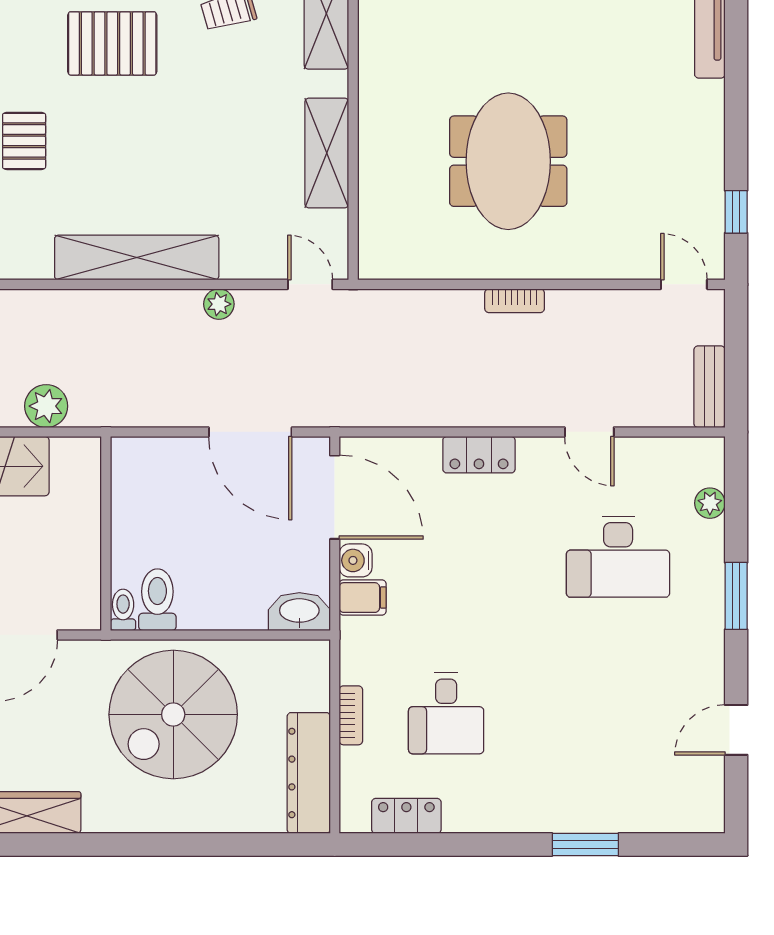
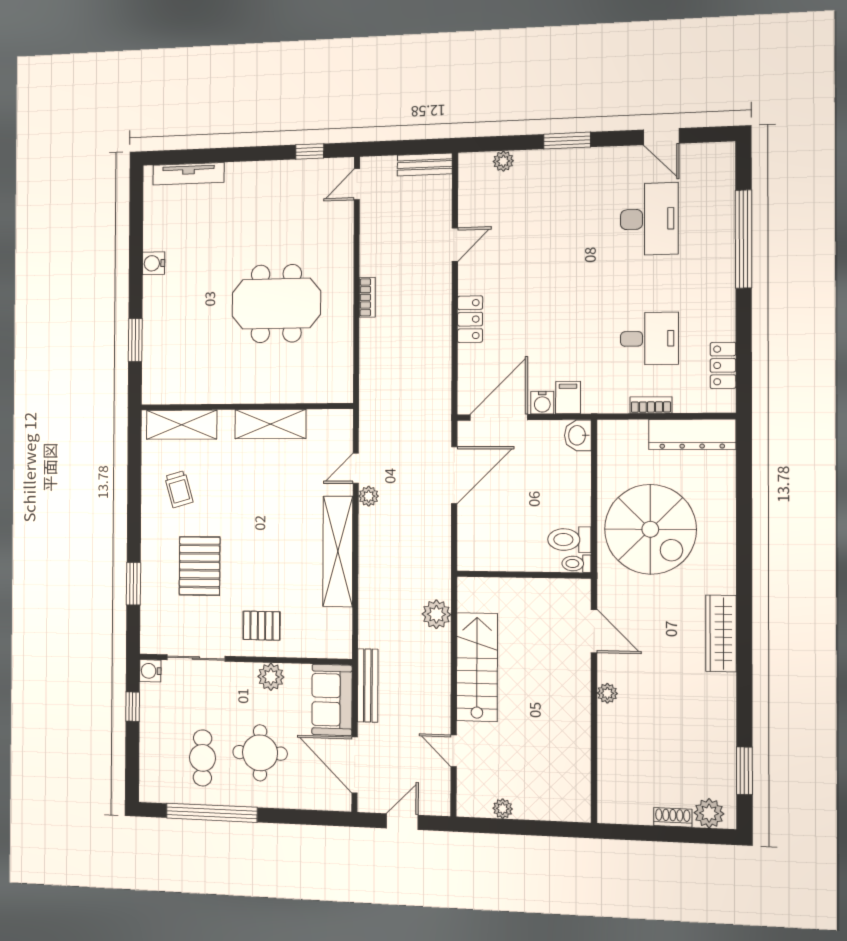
door: (310, 284) -> (356, 468), moved
desk: (618, 557) -> (649, 219), moved
washbasin: (299, 612) -> (578, 435), width x0.72
window: (585, 845) -> (744, 239), width x2.11

